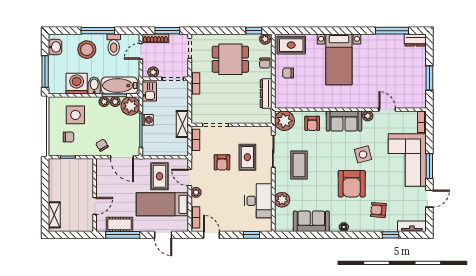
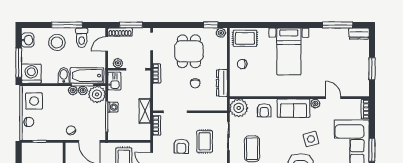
dining table: (230, 59) -> (189, 51), turned 90
chair: (265, 63) -> (195, 83), moved
washing machine: (77, 84) -> (31, 74), moved
side table: (75, 115) -> (34, 101), moved
chair: (68, 137) -> (29, 122), moved

